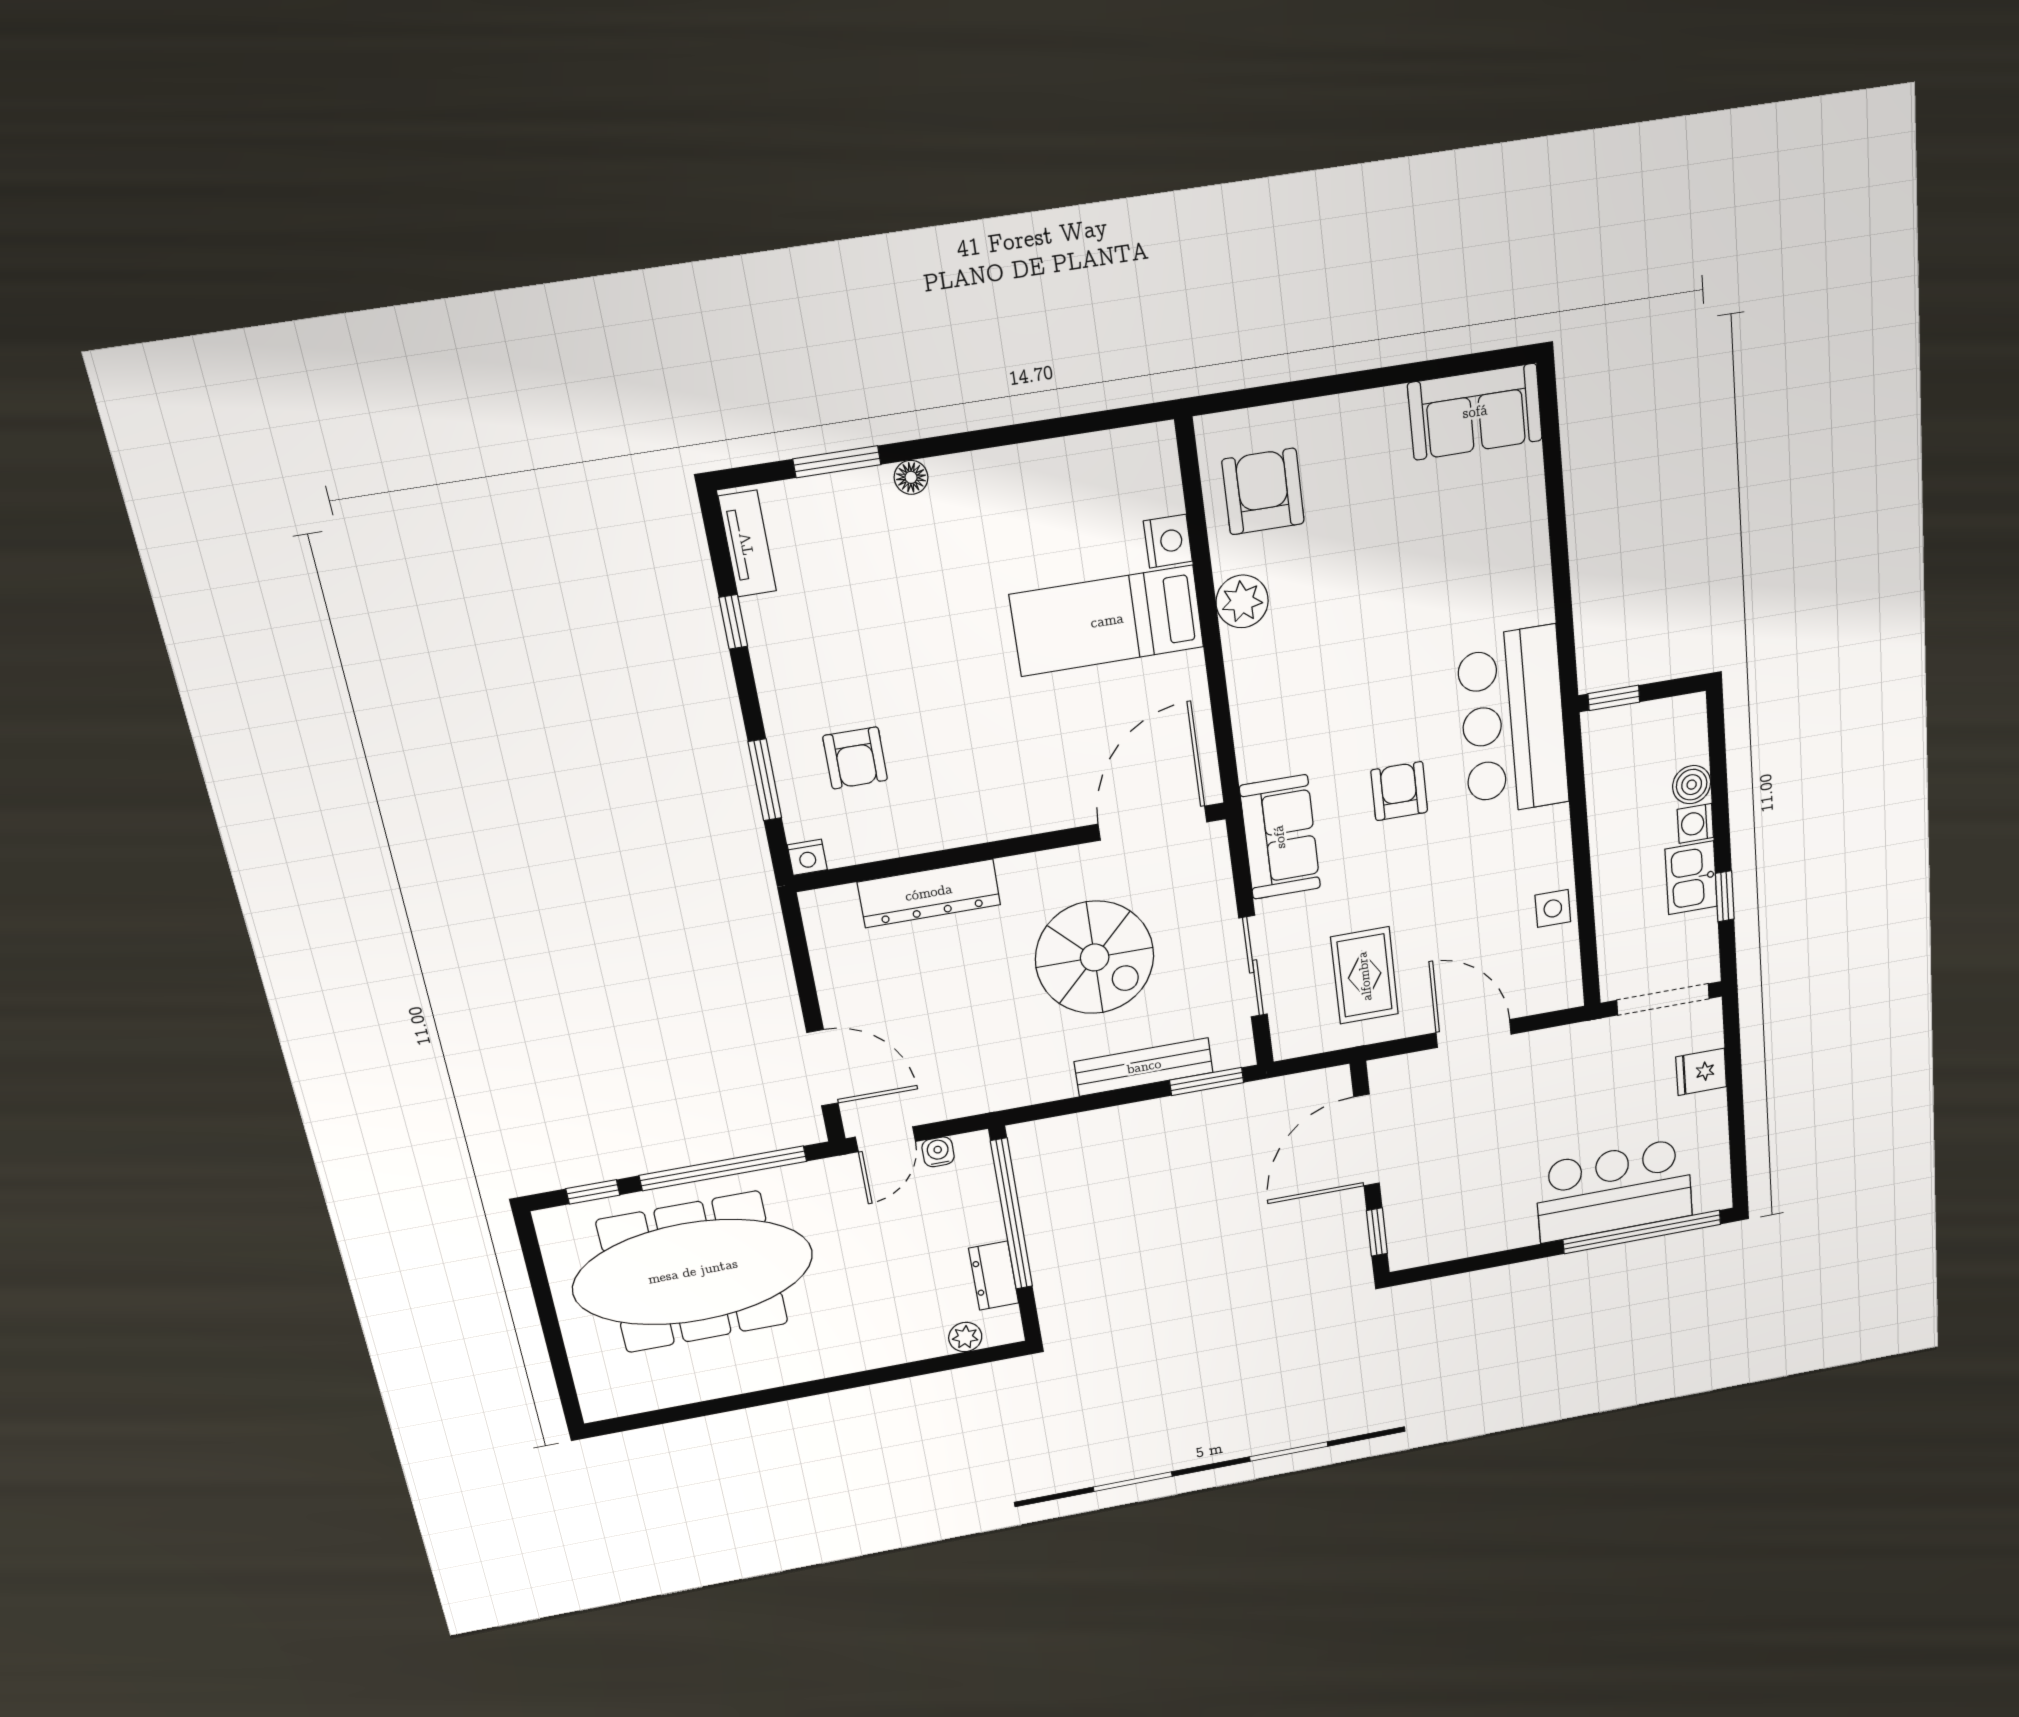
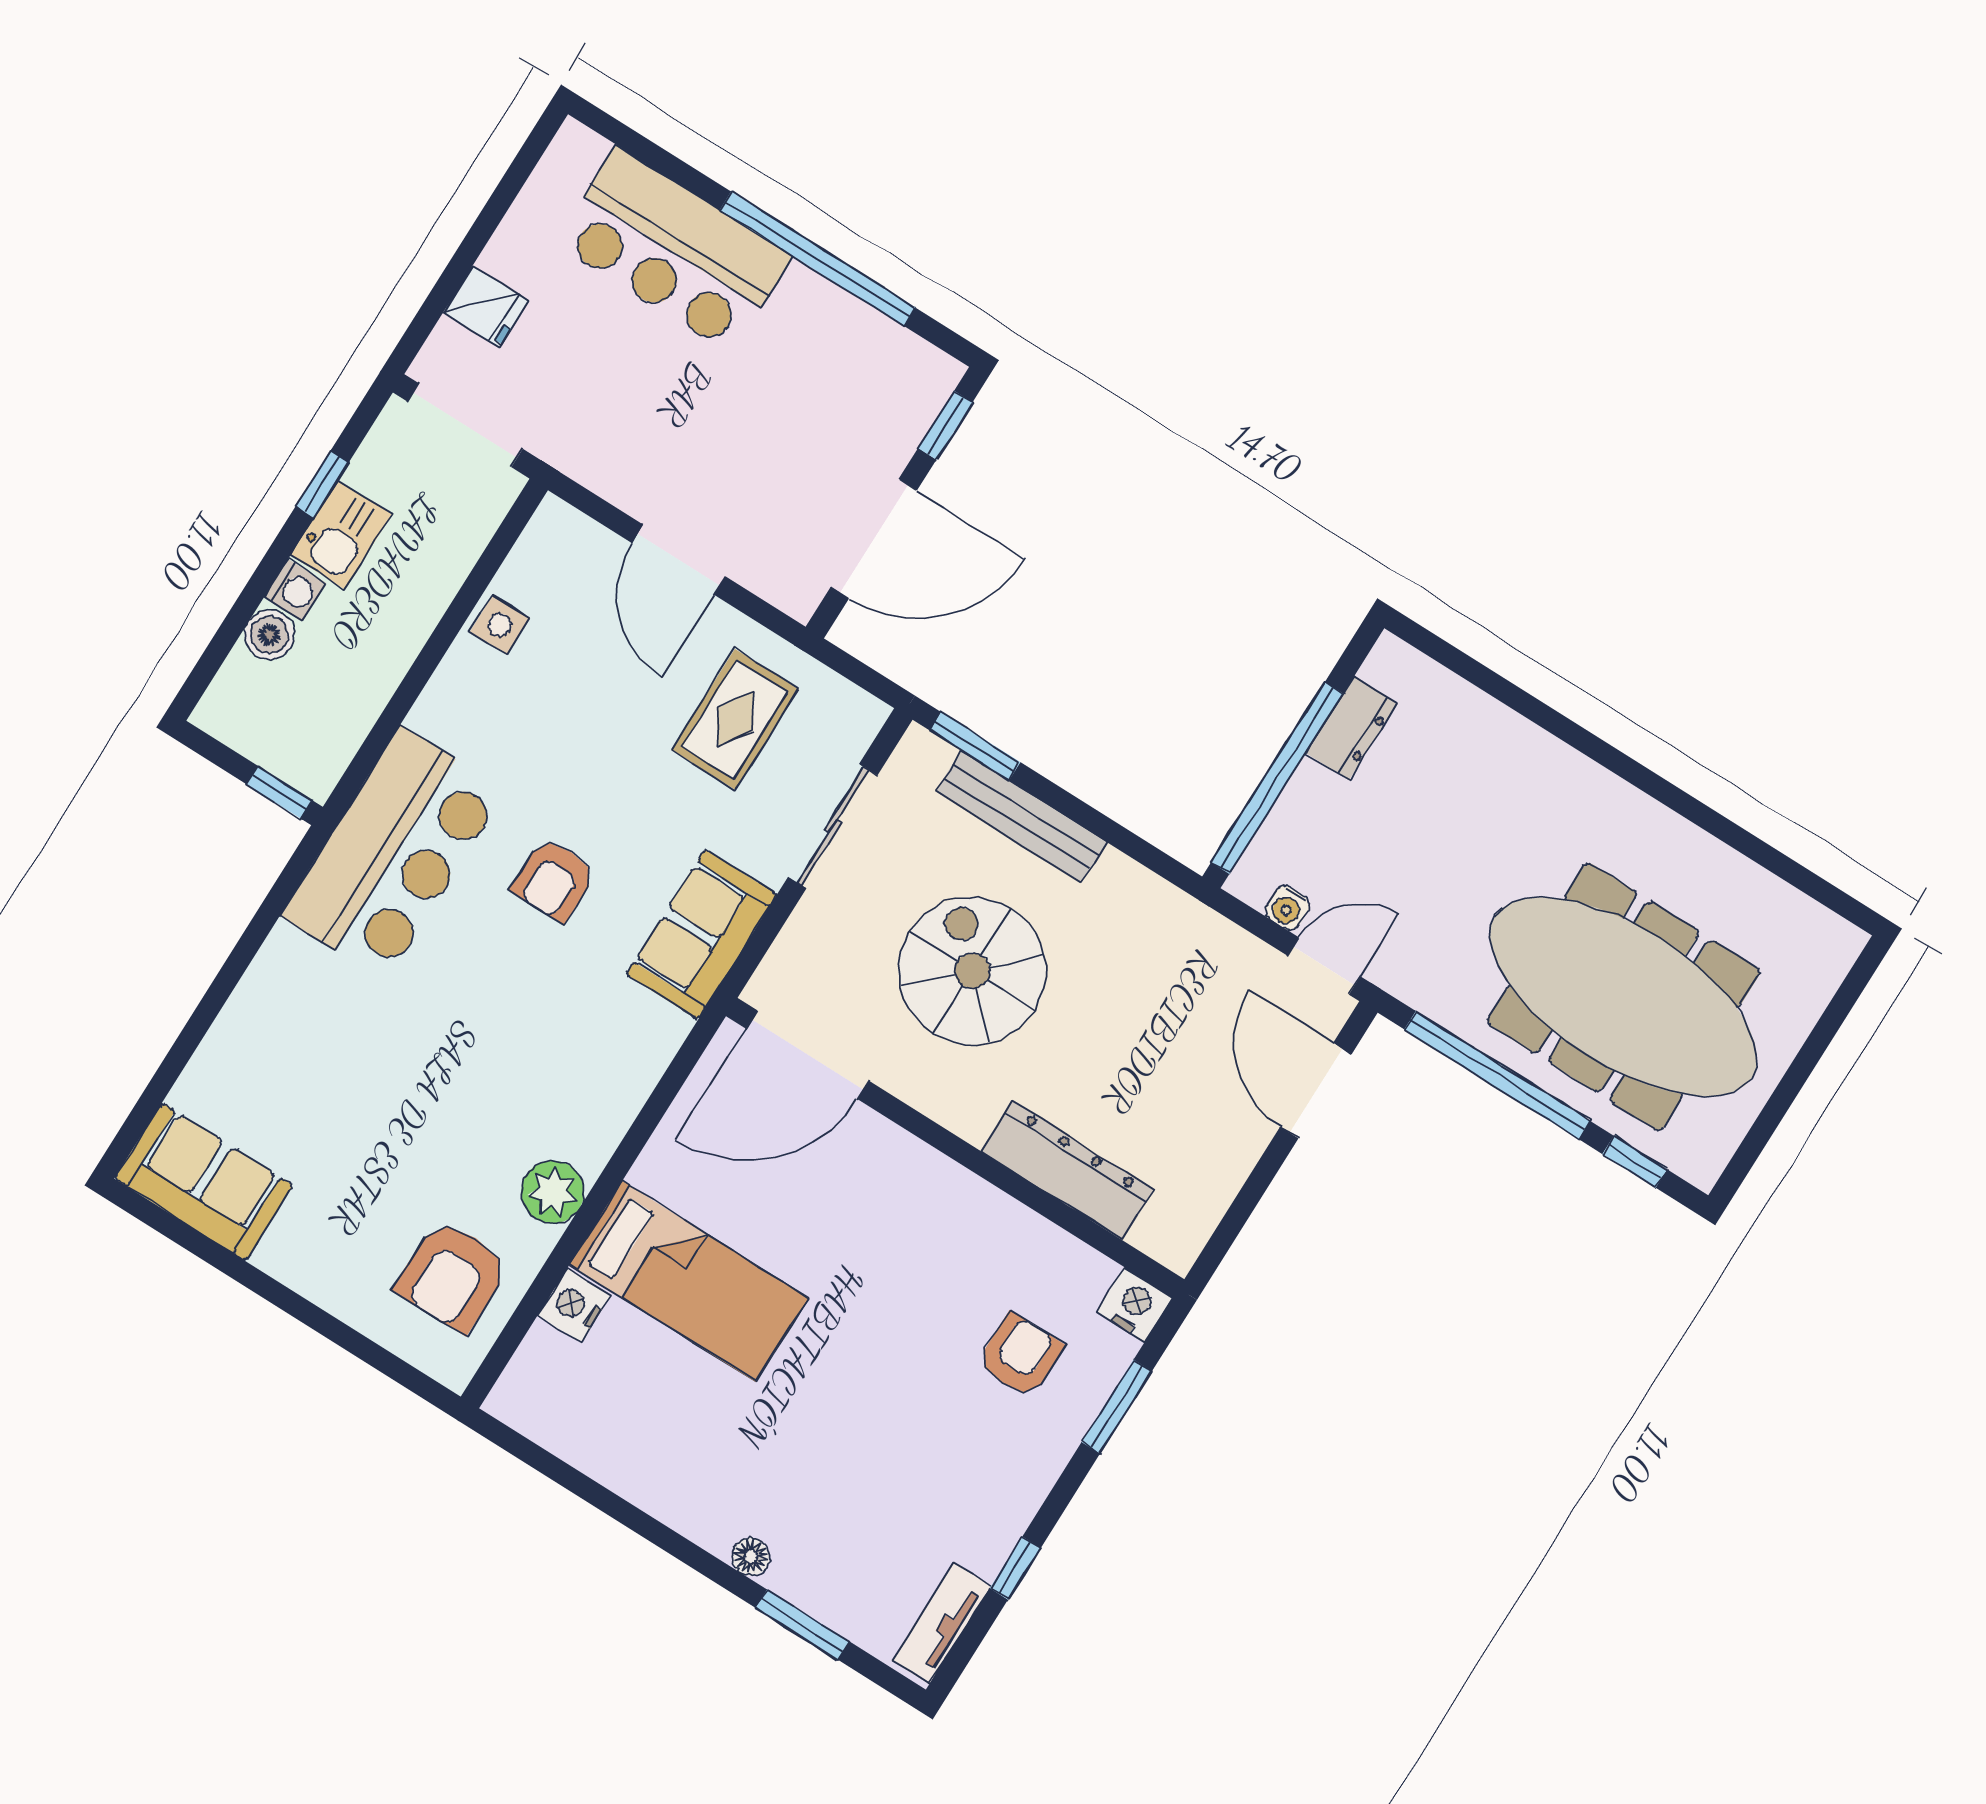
nightstand: (807, 857) -> (1135, 1305), width x1.39, depth x1.35
window: (1642, 1232) -> (818, 259), moved
plant: (965, 1337) -> (1437, 687), removed

